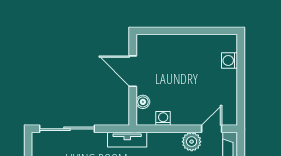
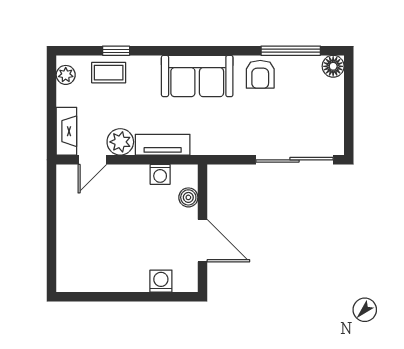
washing machine: (229, 60) -> (161, 281), moved, turned -90
tv unit: (127, 140) -> (163, 145), moved

